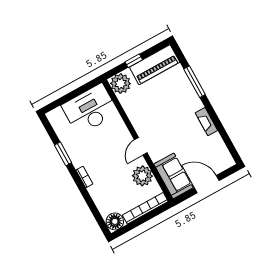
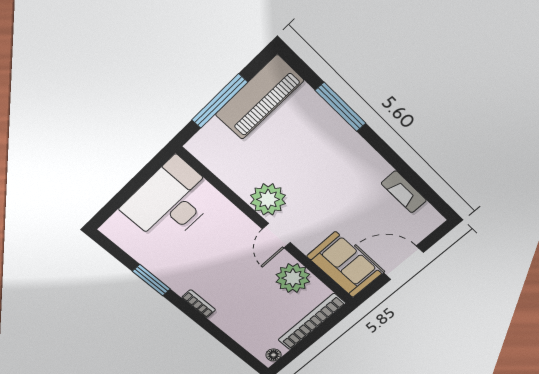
window: (134, 61) -> (219, 101), width x2.17
plant: (121, 83) -> (268, 199), moved
fireplace: (206, 122) -> (404, 192), moved
floor lamp: (115, 221) -> (274, 355), width x0.53, depth x0.53

